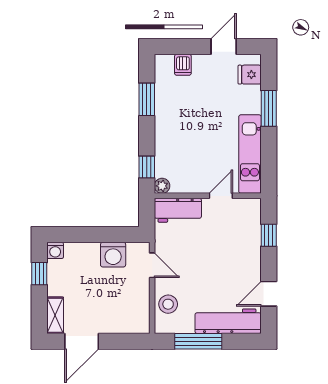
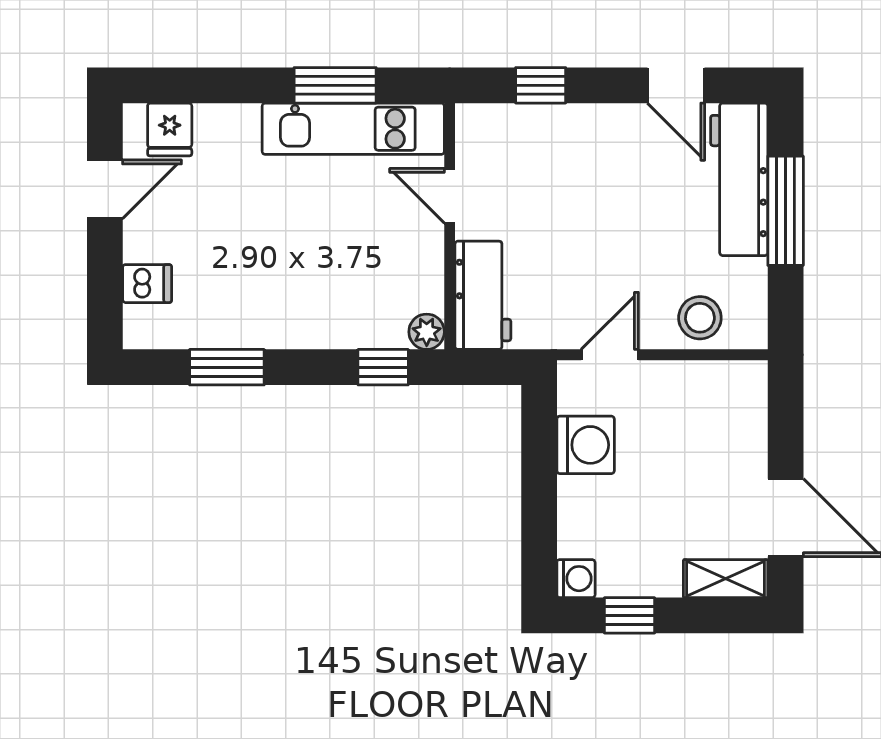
door: (224, 47) -> (105, 189), swing flipped
window: (269, 108) -> (335, 85), moved
window: (198, 341) -> (786, 211), moved

